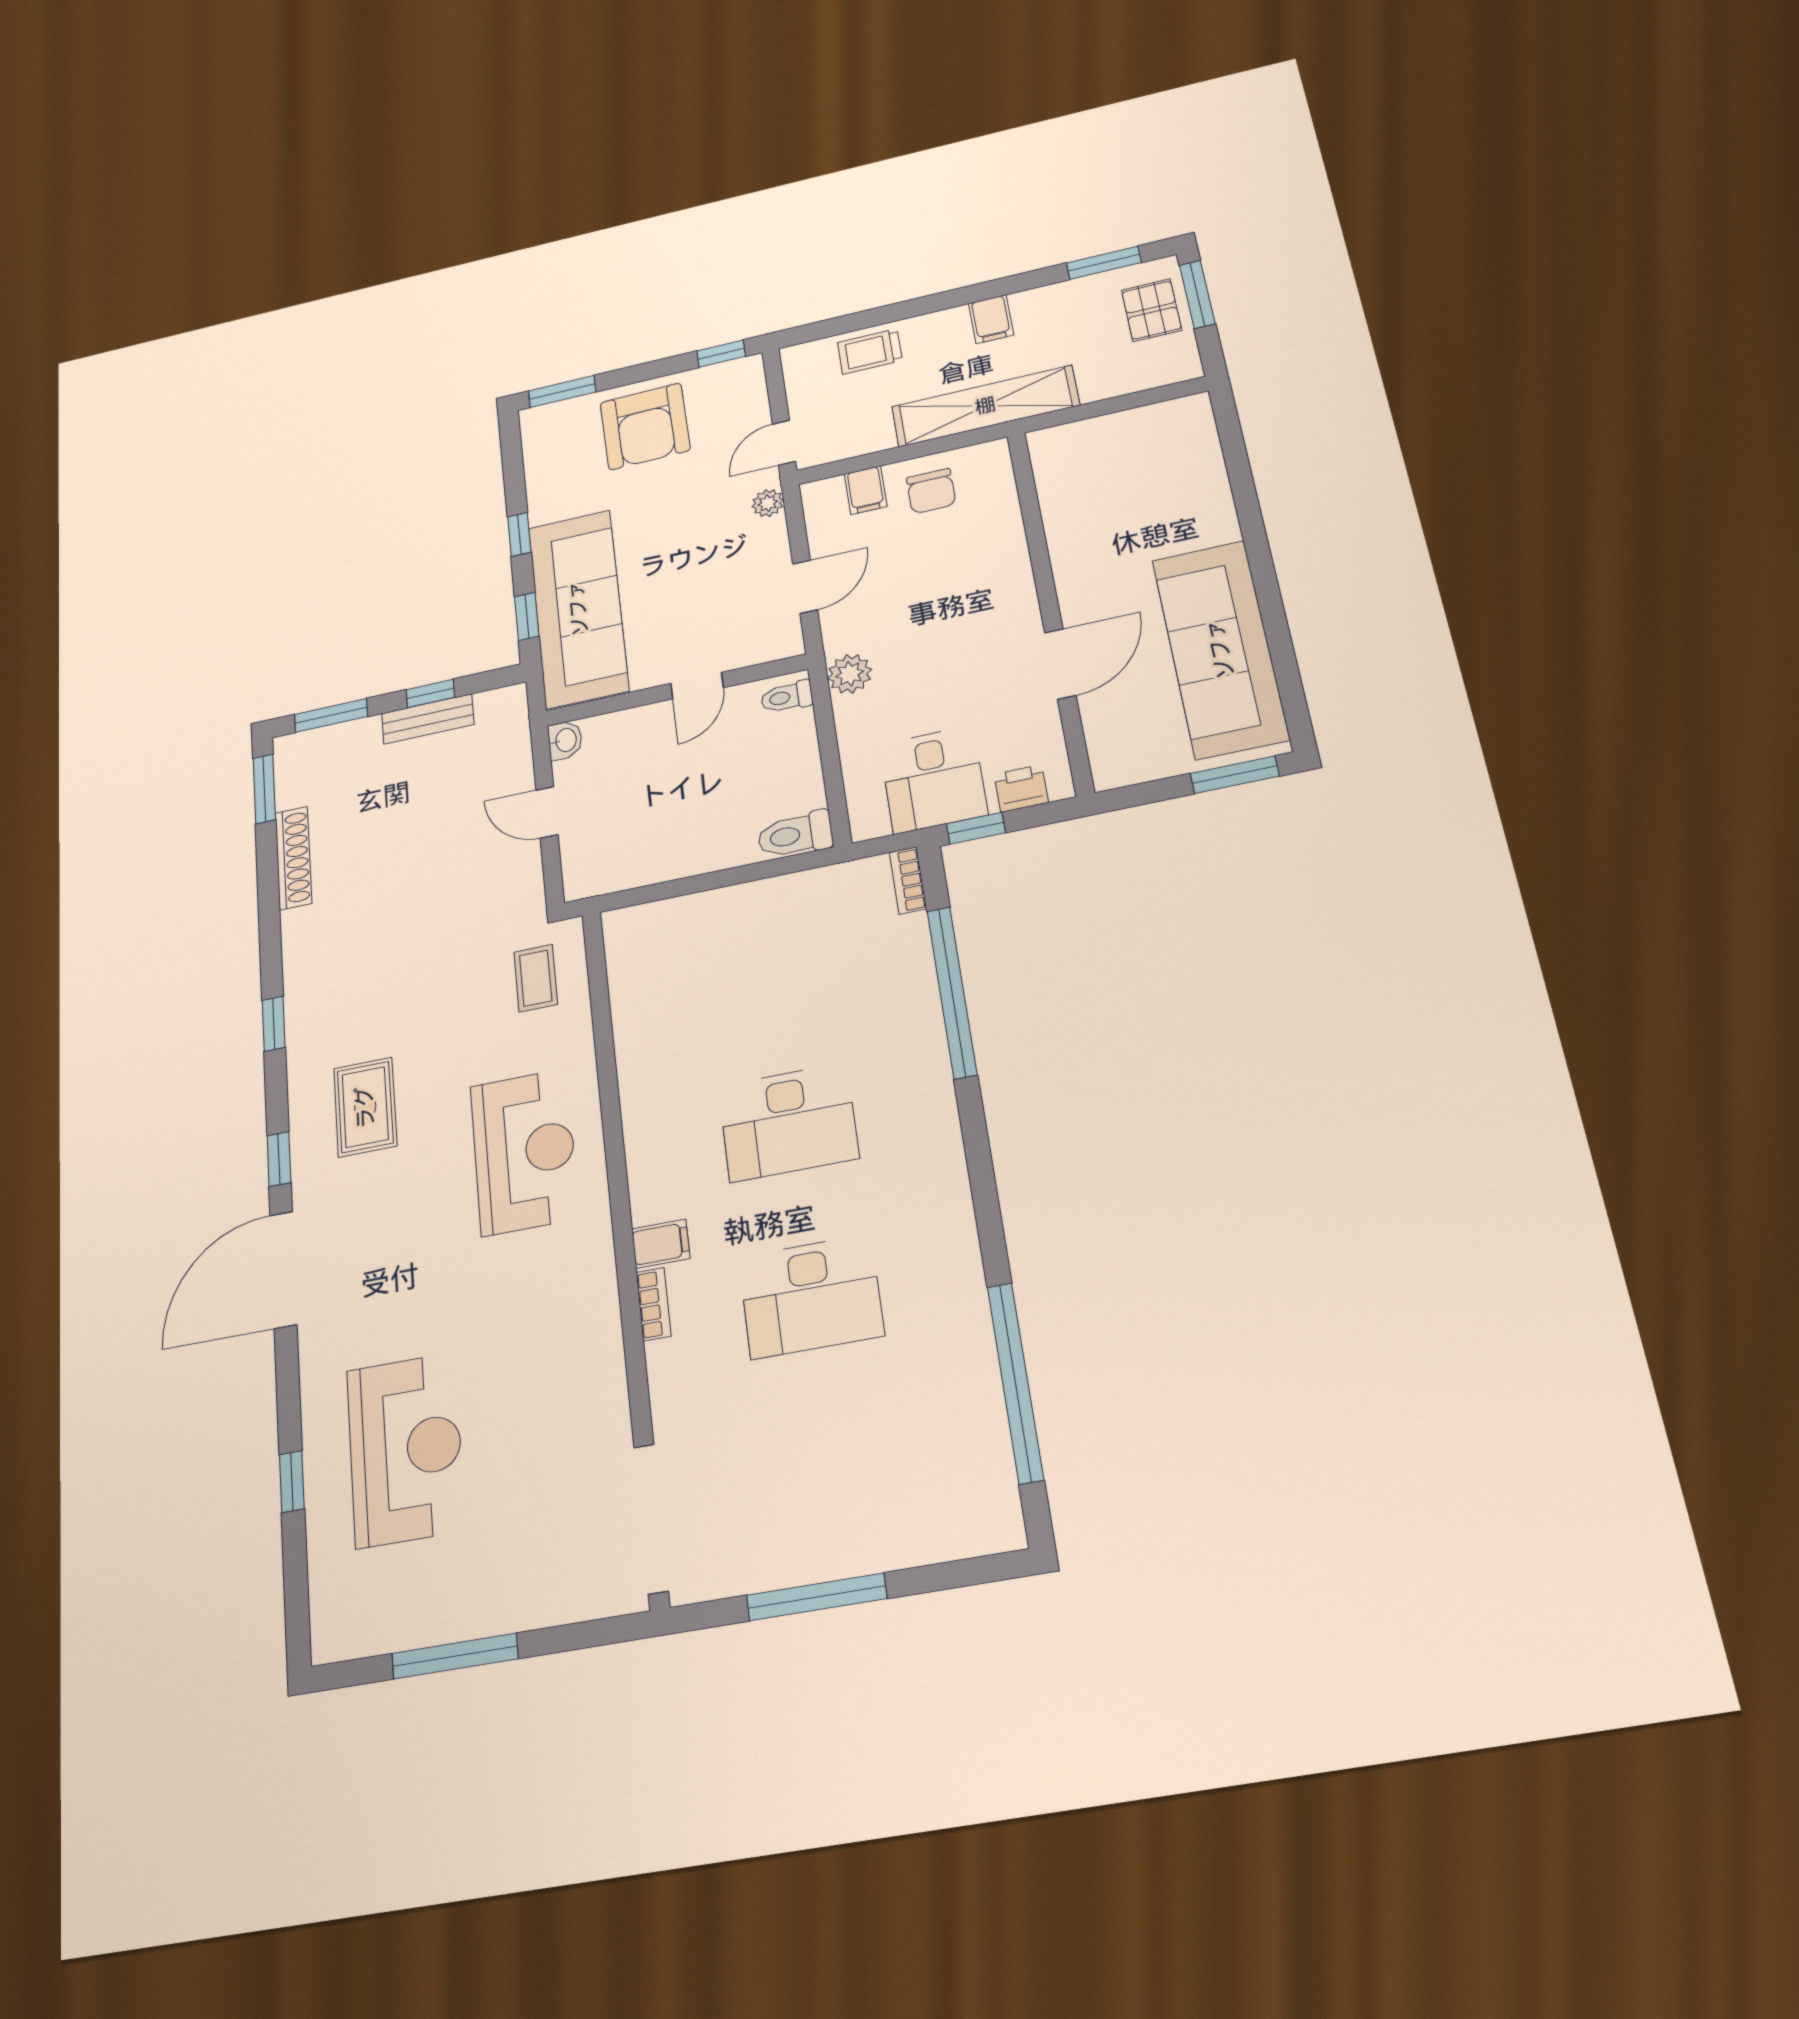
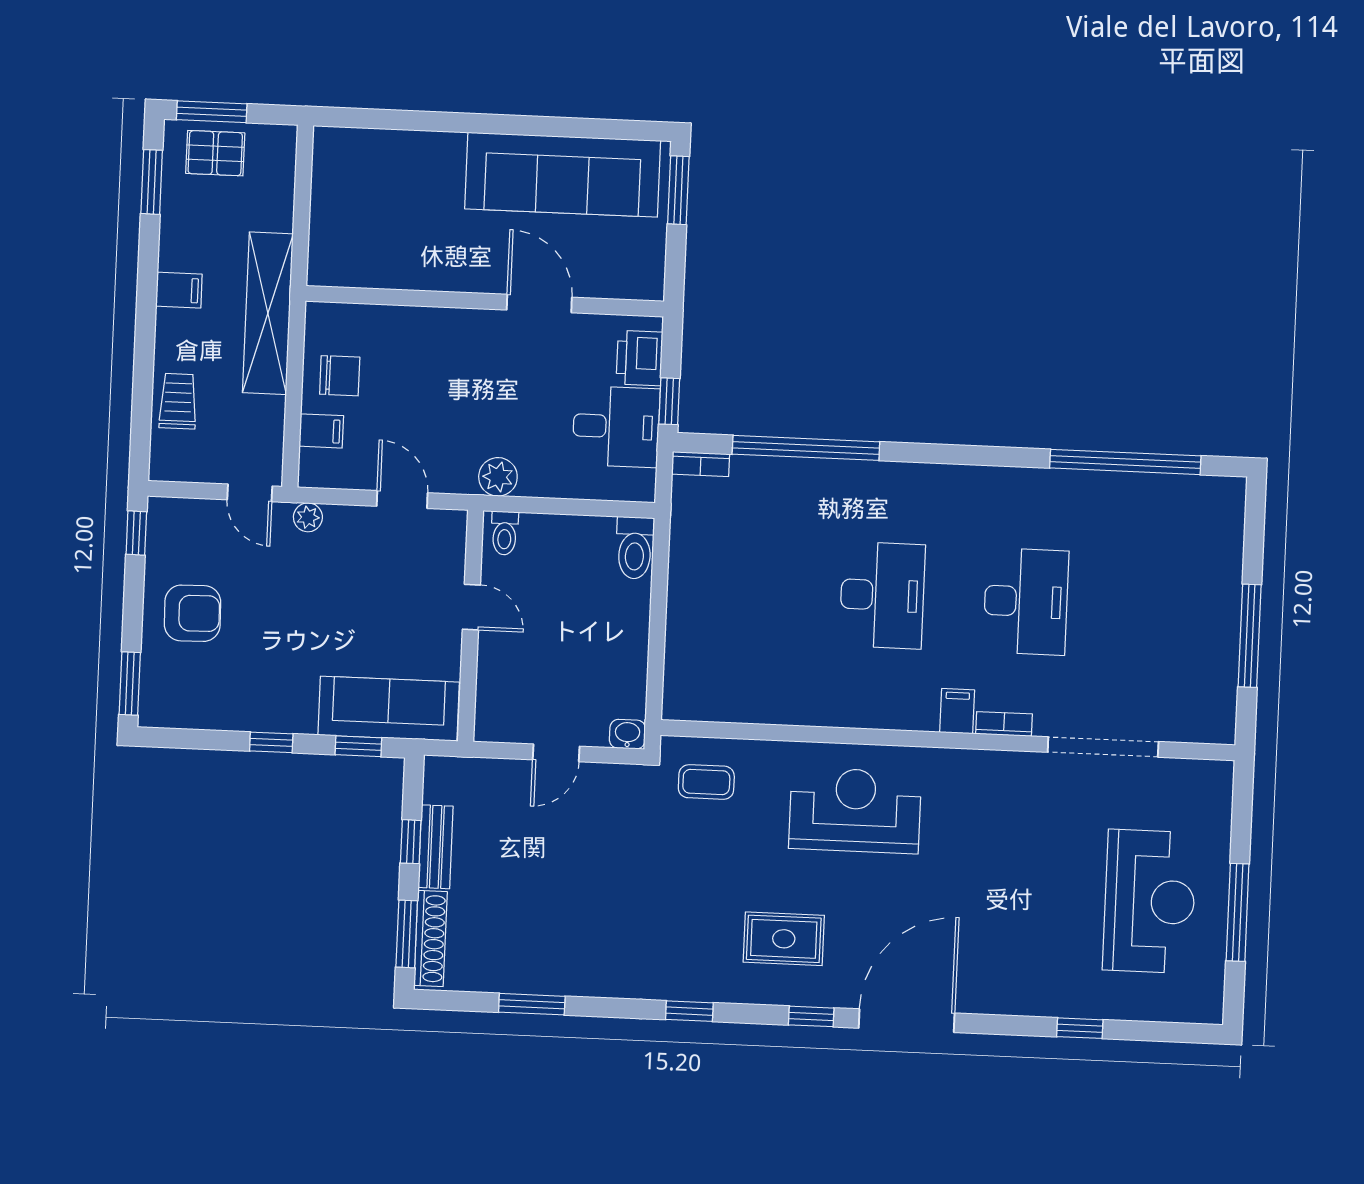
trolley: (870, 352) -> (178, 401), turned 180
armchair: (645, 426) -> (192, 613), width x0.73, depth x0.73
sofa: (578, 608) -> (389, 709), width x0.74, depth x0.79
washbasin: (565, 740) -> (627, 734), moved
printer: (1021, 788) -> (639, 358), width x1.36, depth x1.24
window: (264, 789) -> (532, 1004), moved
shoe rack: (293, 858) -> (431, 939), moved, turned 90
door: (283, 1270) -> (907, 1021), swing flipped
reception desk: (405, 1450) -> (1150, 901), moved, turned 90
doorway: (651, 1519) -> (1103, 747), moved

